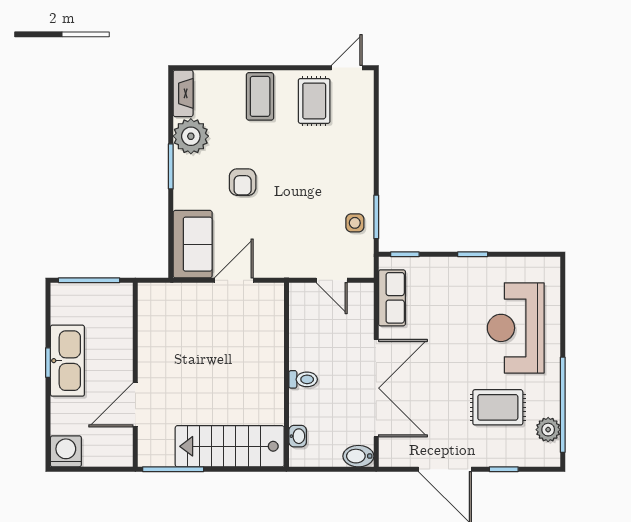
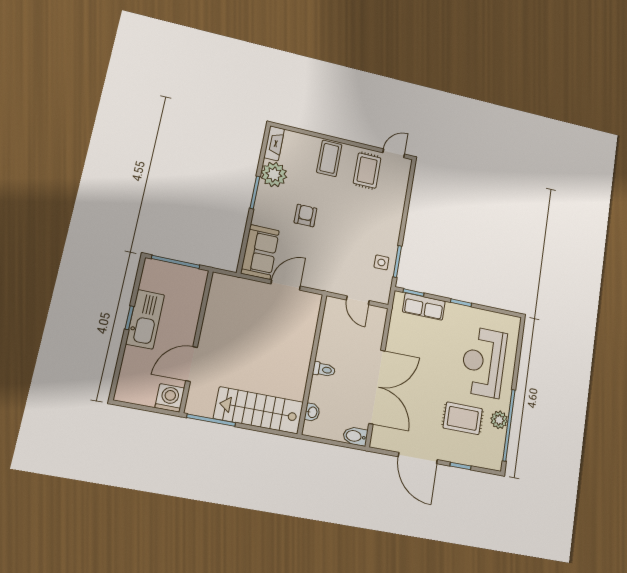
armchair: (243, 182) -> (305, 215), turned 180
row of seats: (392, 298) -> (424, 307), moved, turned 90
plant: (548, 430) -> (499, 420), moved
washing machine: (66, 451) -> (170, 398), moved

